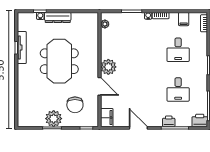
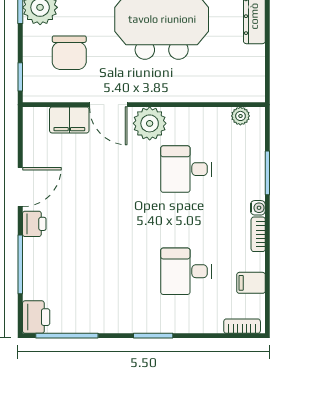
door: (99, 86) -> (108, 105), hinge flipped
desk: (178, 89) -> (186, 169), moved
chair: (75, 105) -> (69, 53), turned -90
filing cabinet: (107, 118) -> (69, 120), moved
printer: (169, 121) -> (34, 224), moved

